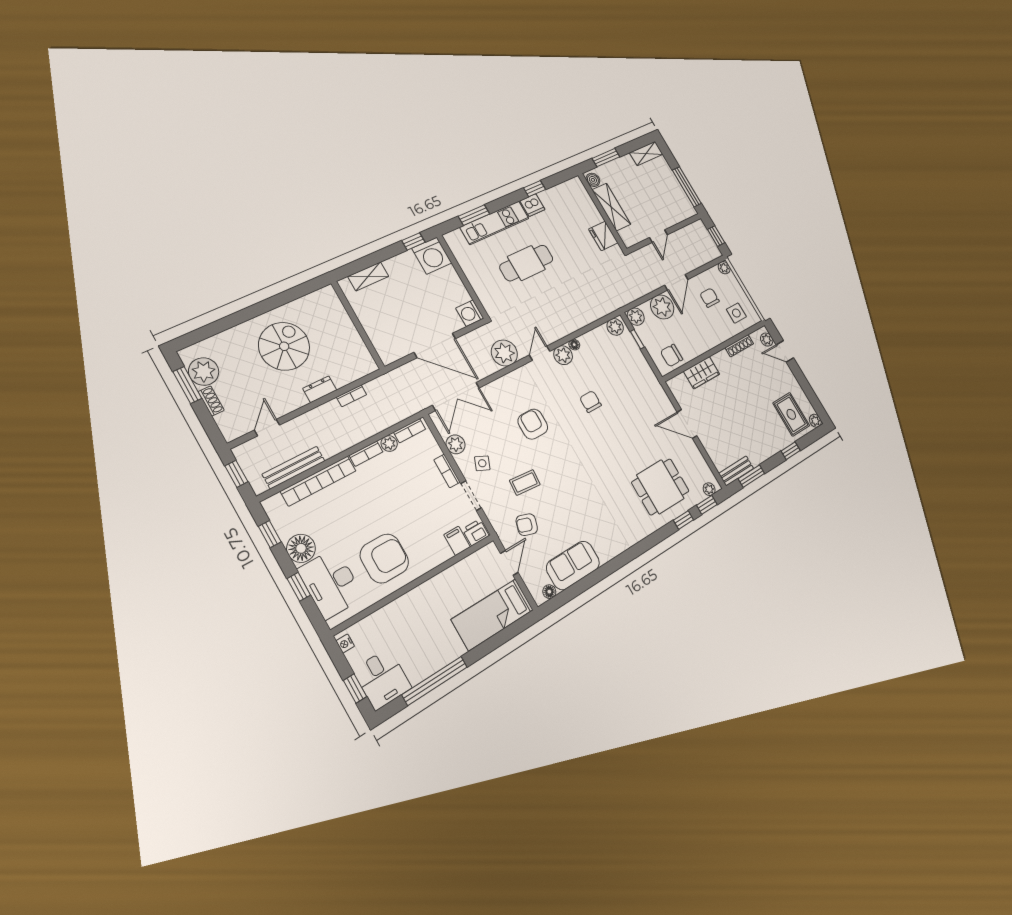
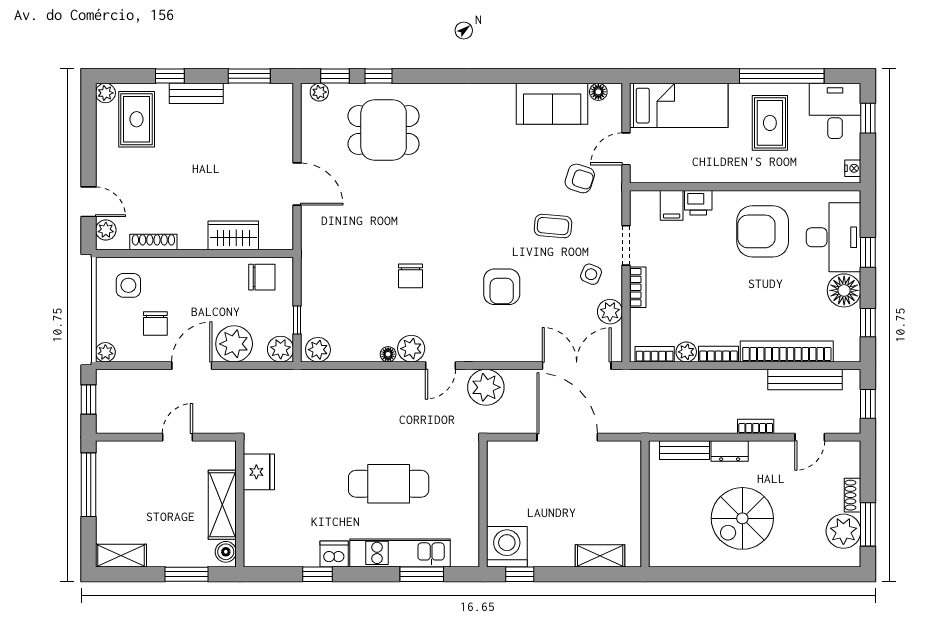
washing machine: (470, 313) -> (501, 455), removed
bench: (352, 375) -> (684, 450), added
bookcase: (352, 396) -> (756, 426), moved
bench: (736, 471) -> (196, 93), moved
printer: (476, 532) -> (698, 203), moved
rug: (424, 641) -> (770, 123), added

